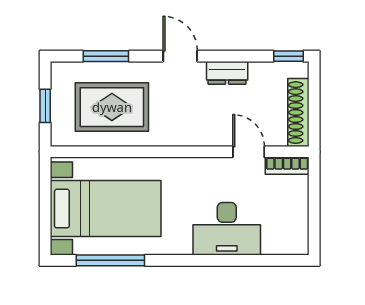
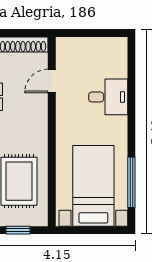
bookcase: (287, 166) -> (62, 53), removed
desk: (227, 229) -> (108, 97), width x0.73

